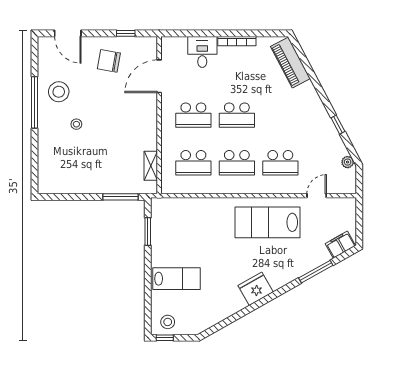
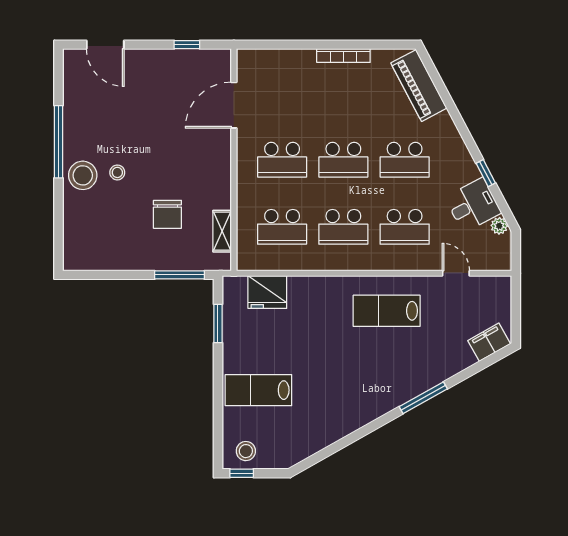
desk: (202, 52) -> (473, 205), moved, turned 62
chair: (109, 61) -> (167, 214), moved, turned -100
stool: (59, 92) -> (83, 175), moved
school desk: (280, 115) -> (405, 160), added
door: (317, 196) -> (456, 273), hinge flipped
lab bench: (268, 222) -> (387, 311), width x0.73, depth x0.72
window: (316, 272) -> (423, 398), moved
lab bench: (177, 279) -> (258, 390), turned 180
fridge: (256, 289) -> (267, 292), moved, turned -151

